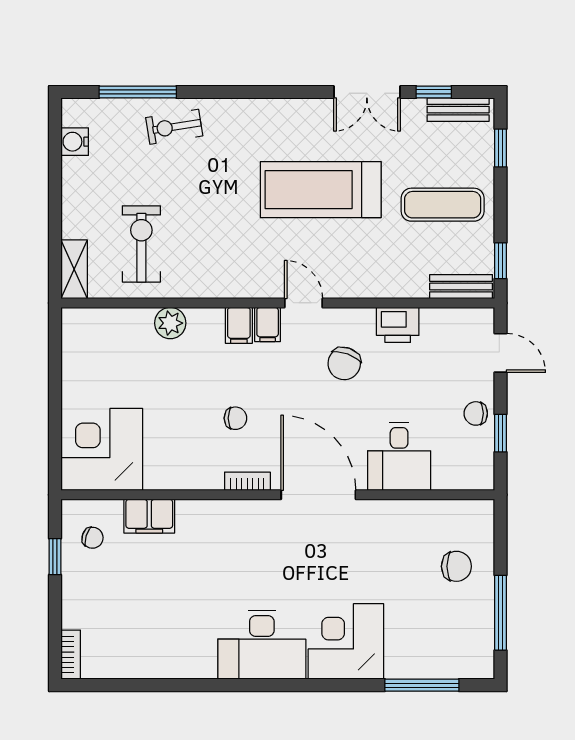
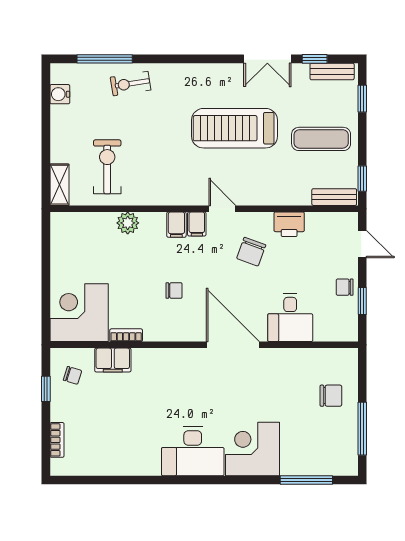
bookcase: (247, 481) -> (126, 335), moved
bookcase: (71, 655) -> (57, 440), moved

